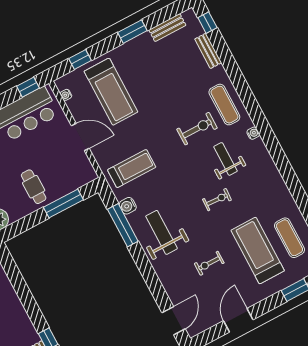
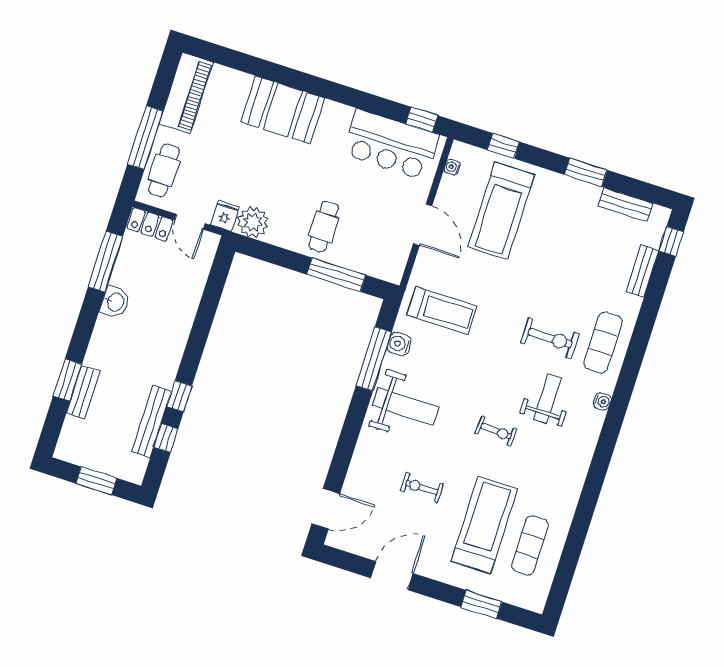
weight bench: (162, 232) -> (406, 406), turned 90

